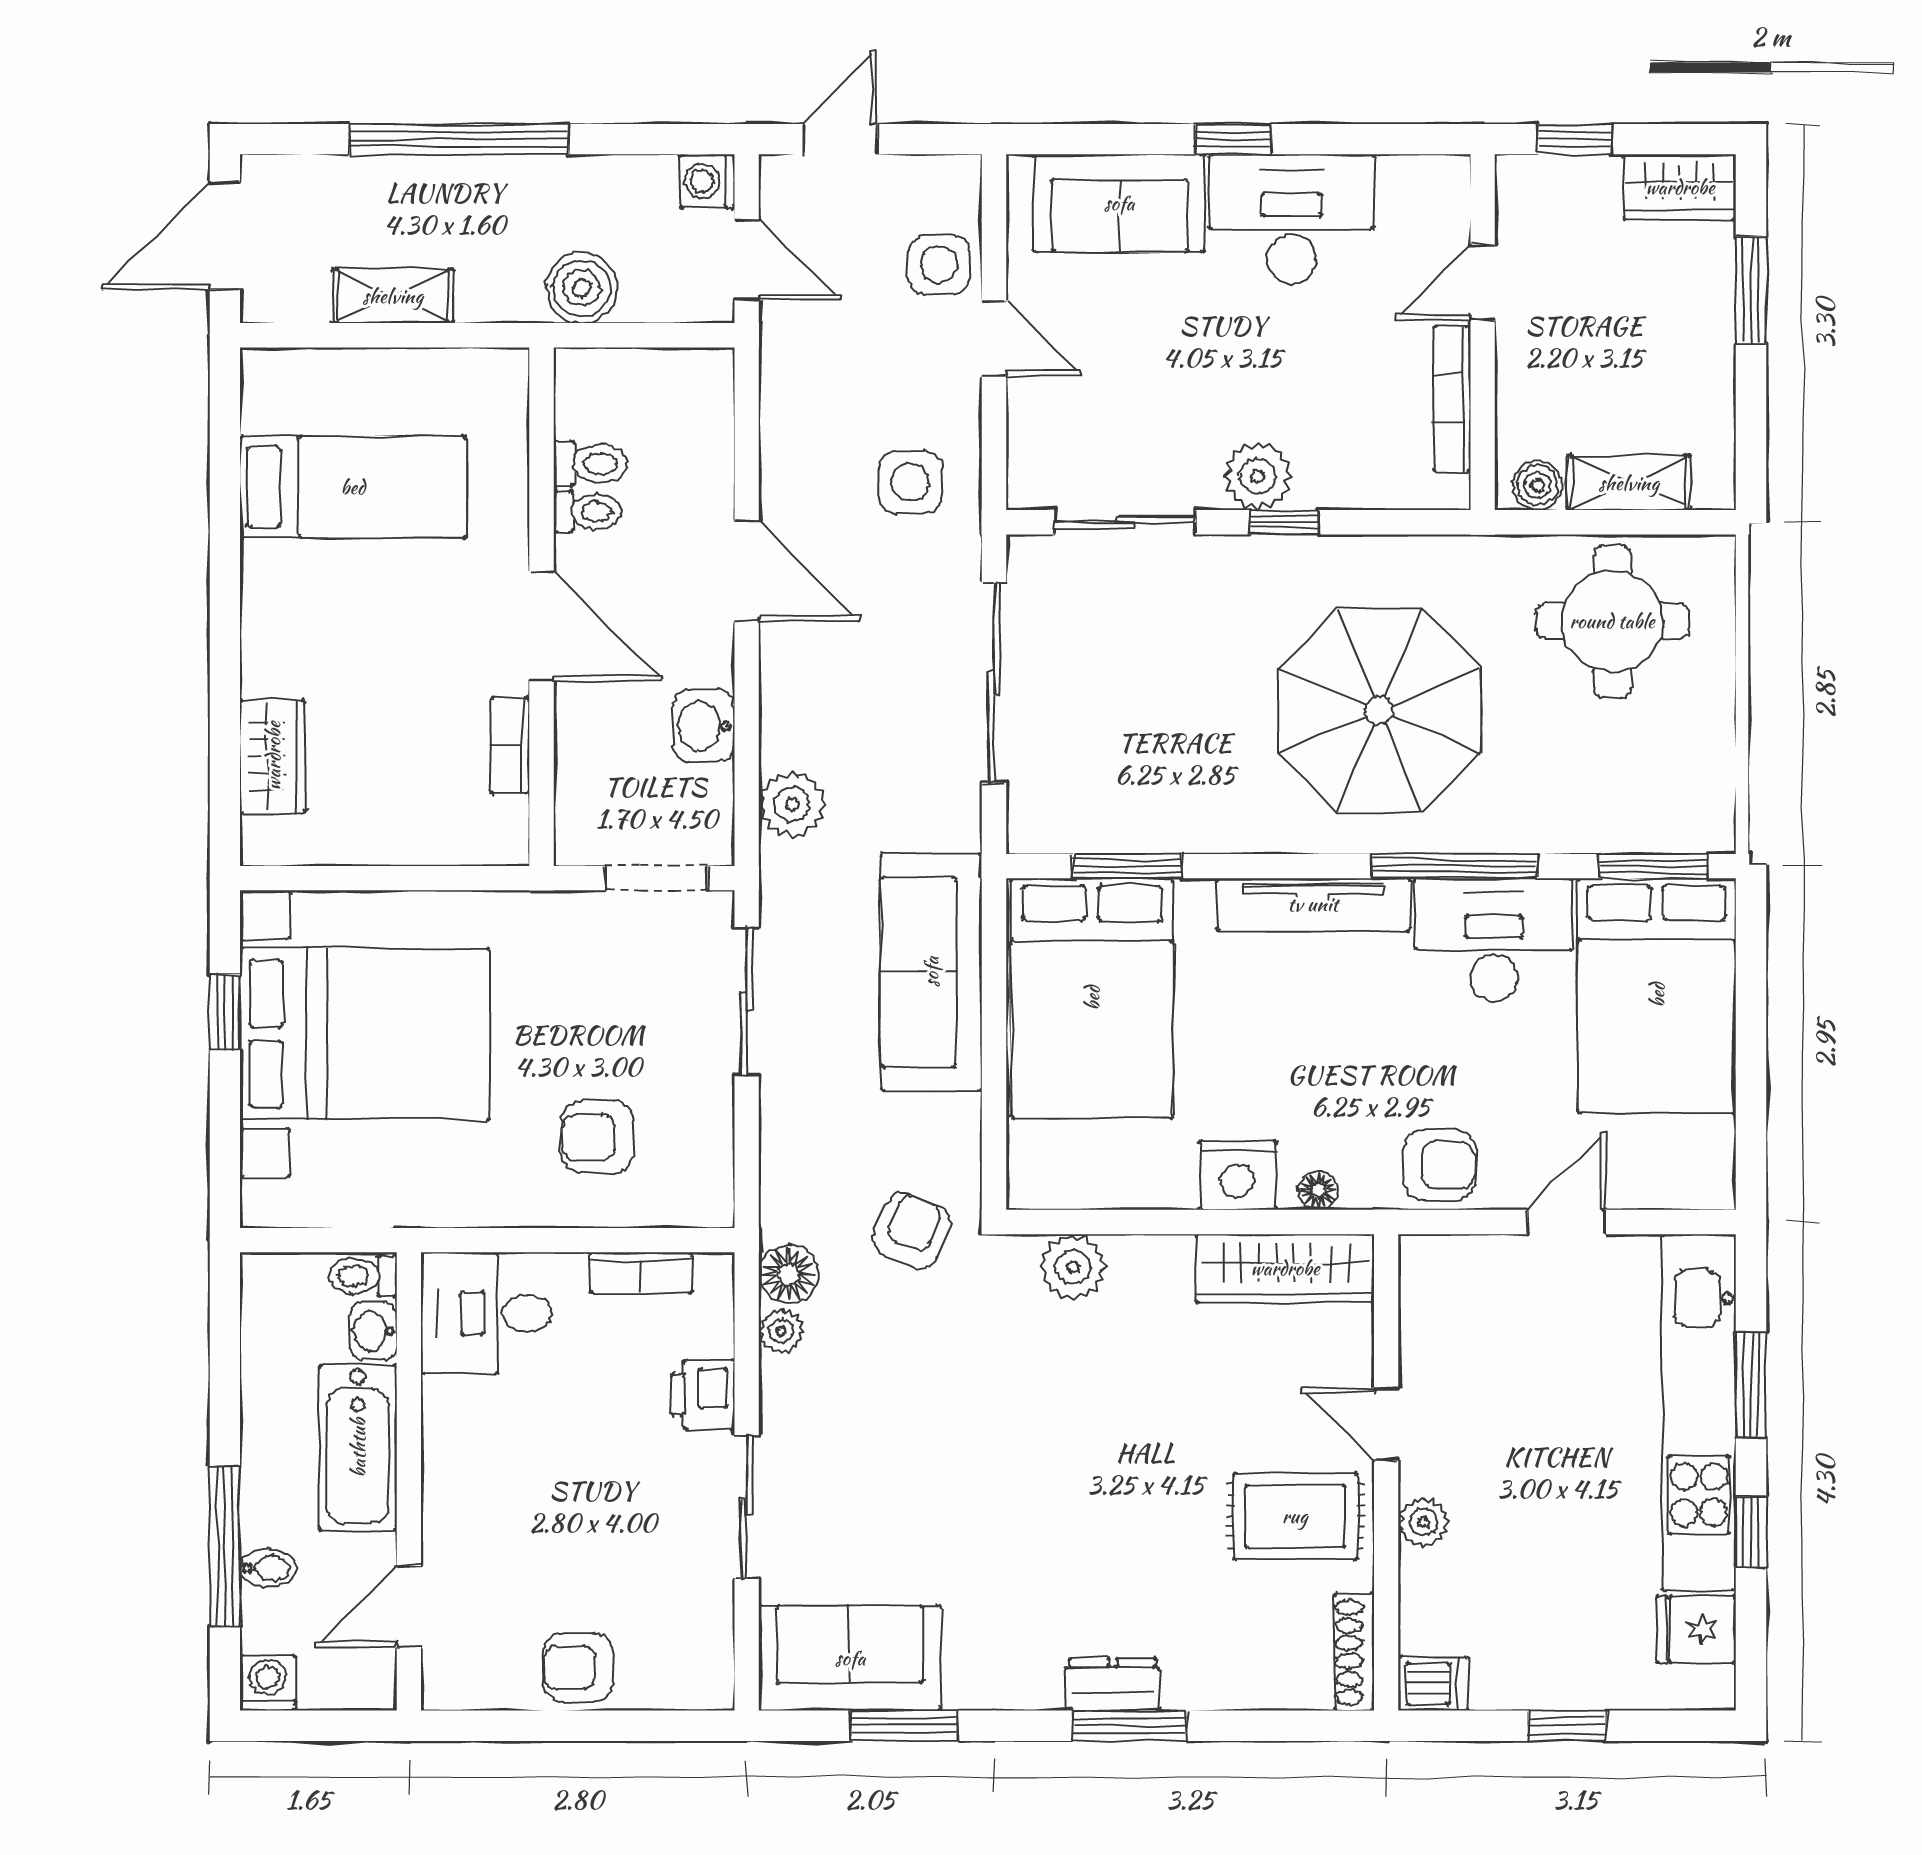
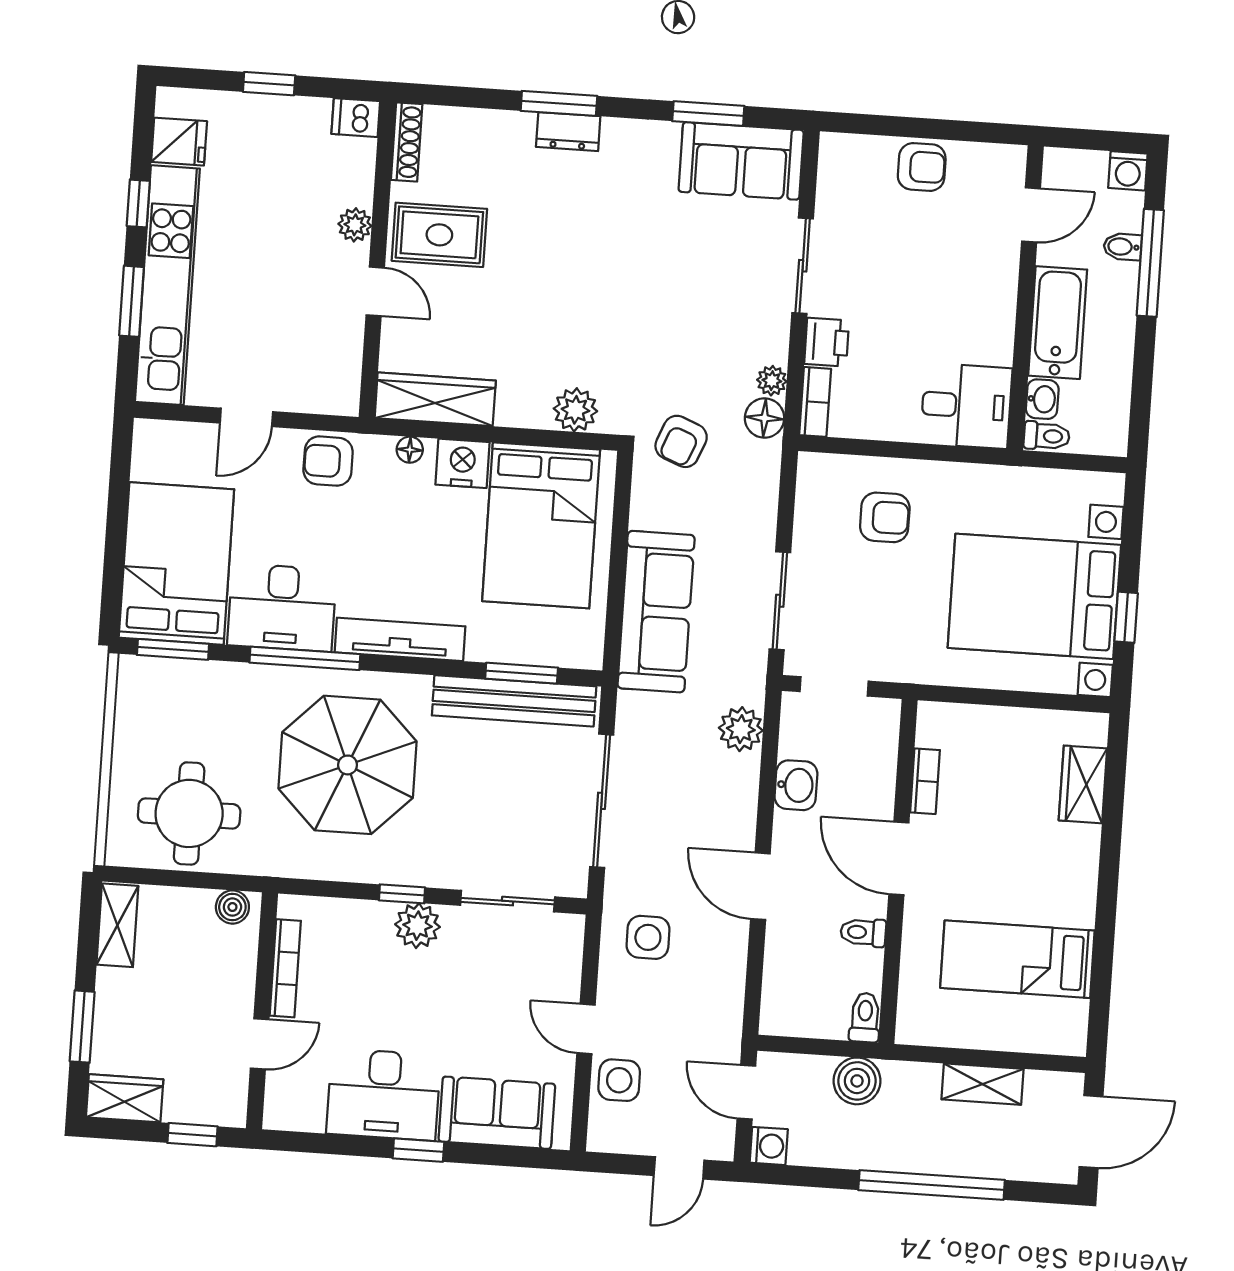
toilet: (590, 464) -> (865, 1017), moved, turned 90
shelving: (1629, 483) -> (117, 925), moved, turned 90
bench: (1136, 824) -> (514, 701), added
bed: (1092, 998) -> (541, 525), moved, turned 180
bookcase: (641, 1273) -> (815, 402), moved, turned 90

